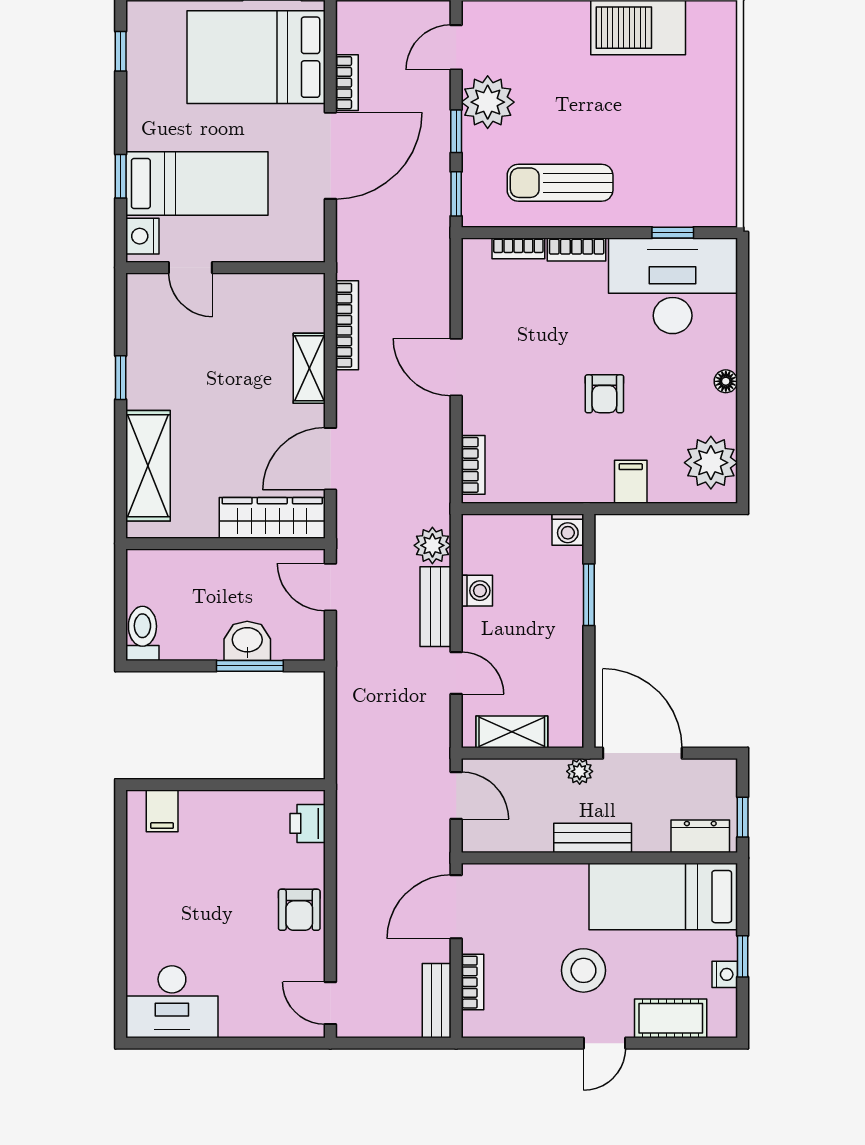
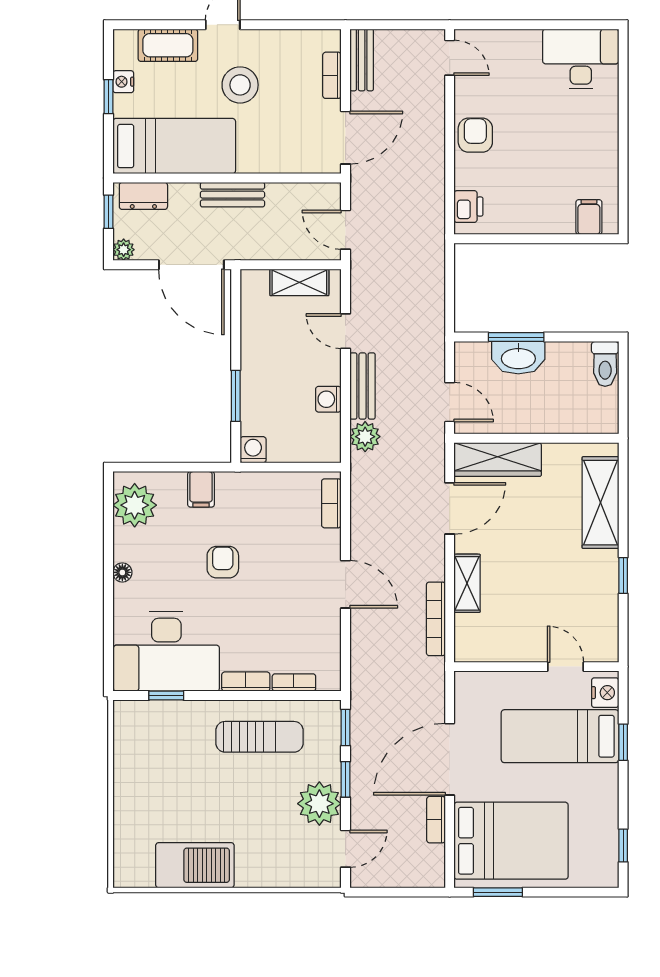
washbasin: (247, 641) -> (518, 358), width x1.38
plant: (580, 771) -> (124, 250), moved

